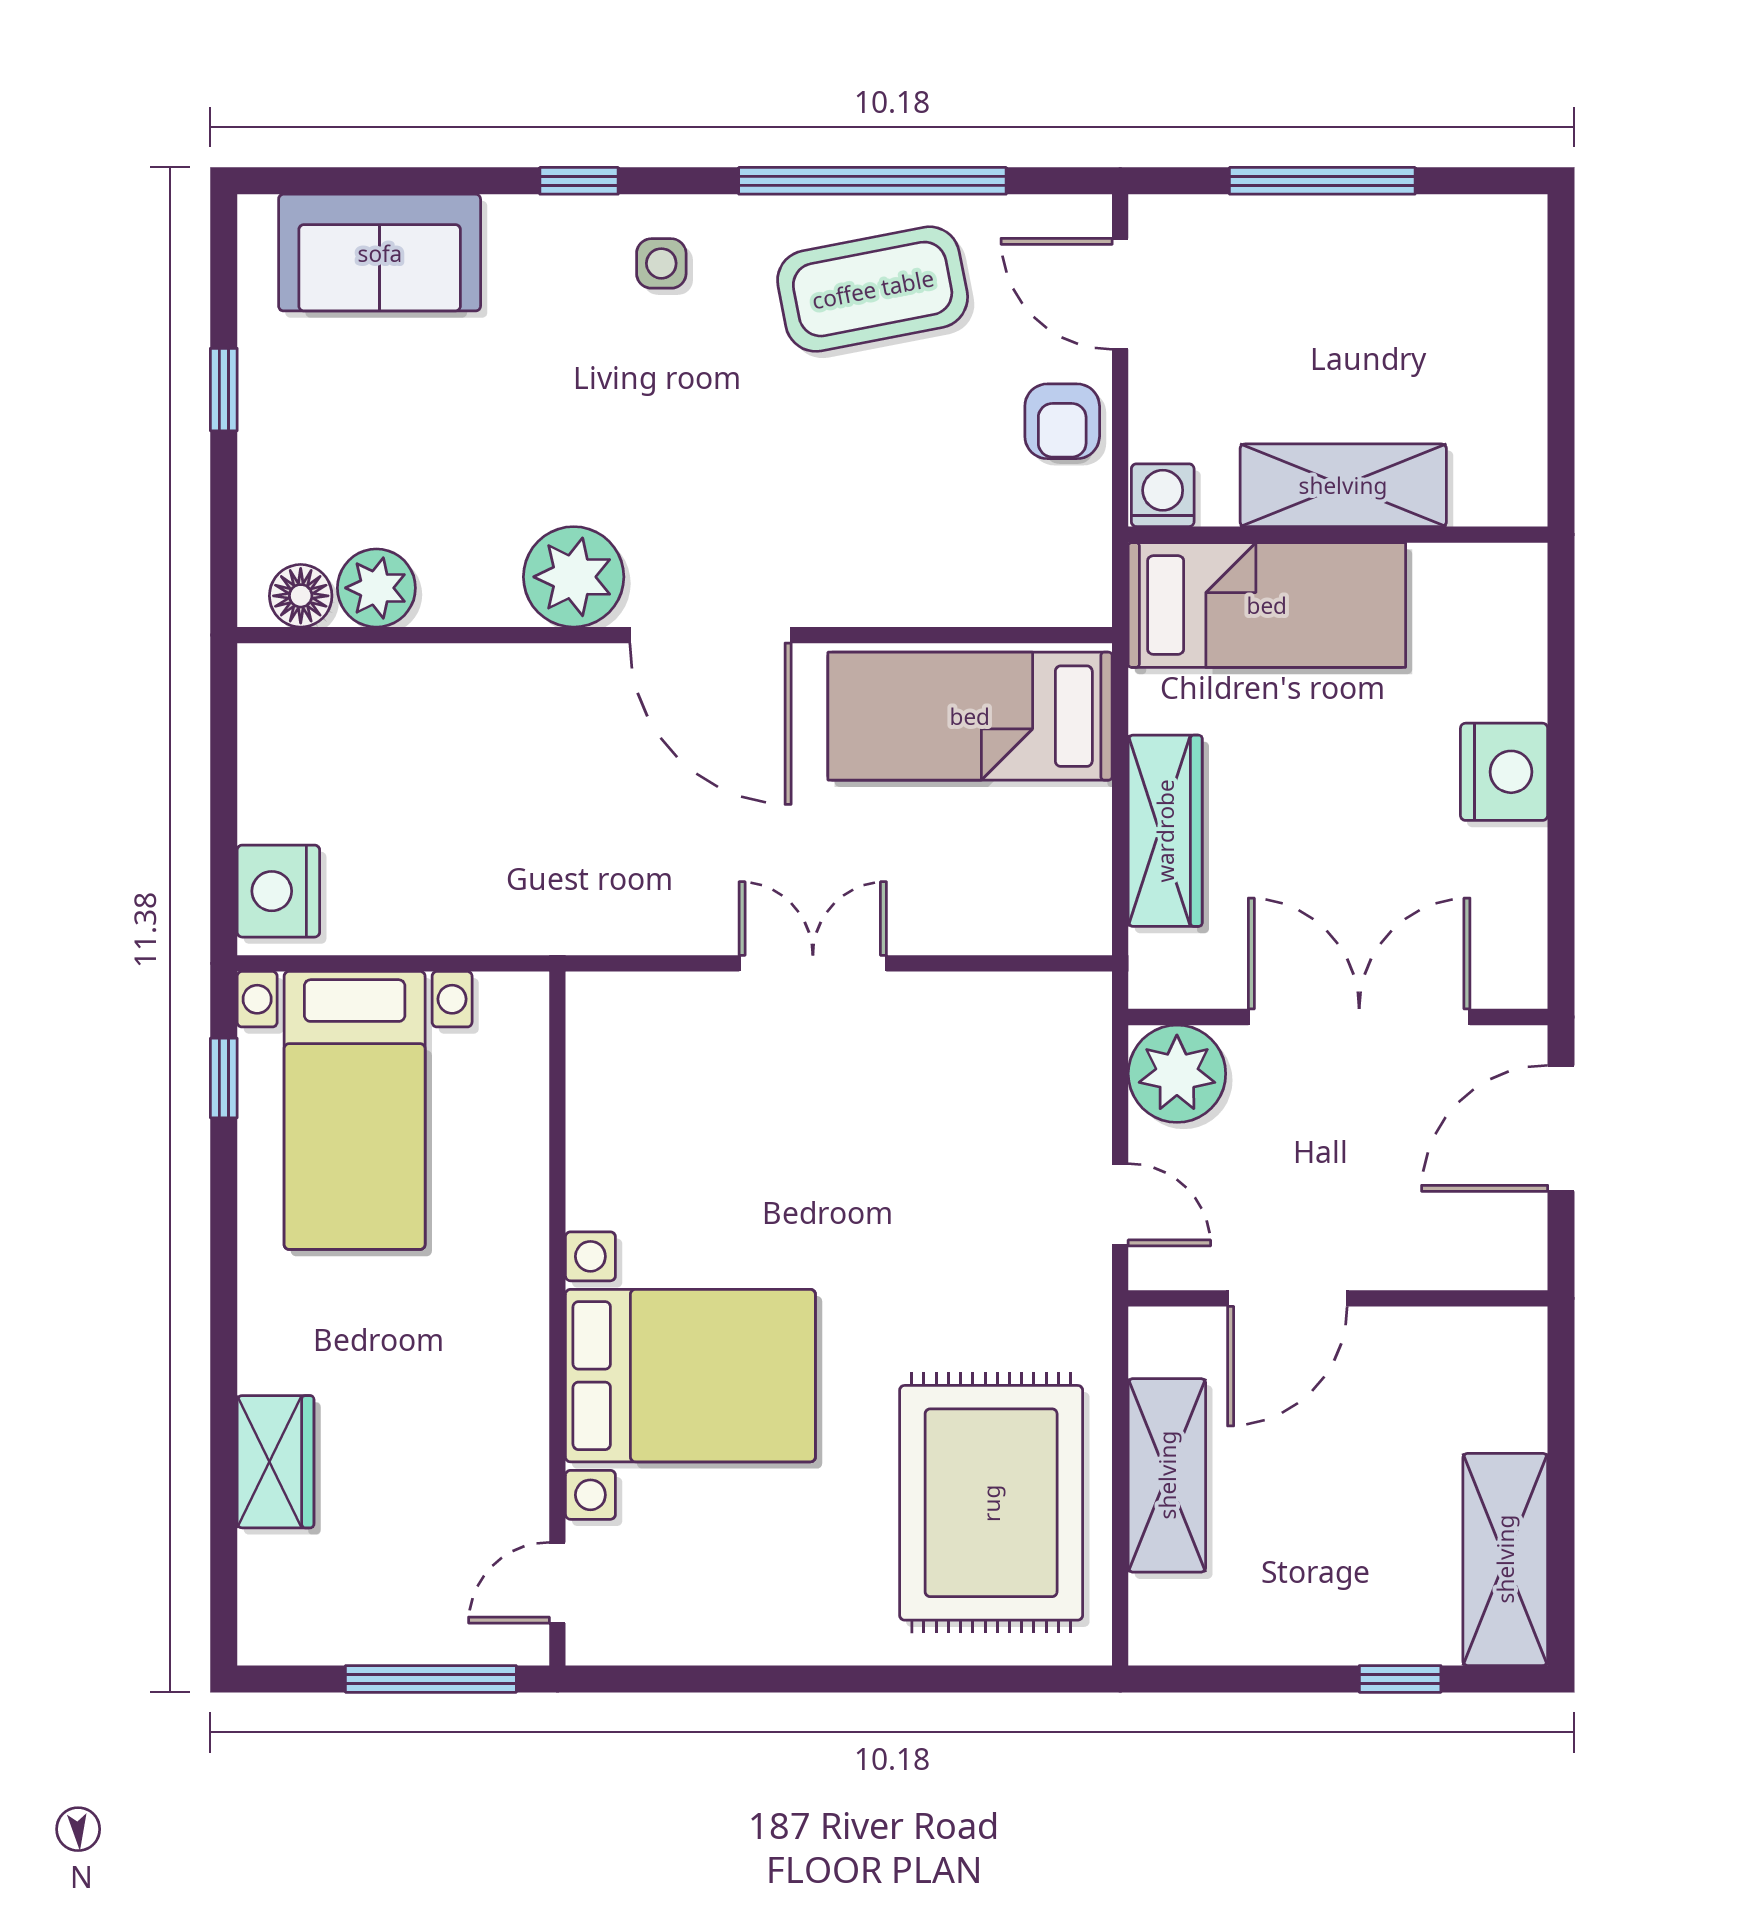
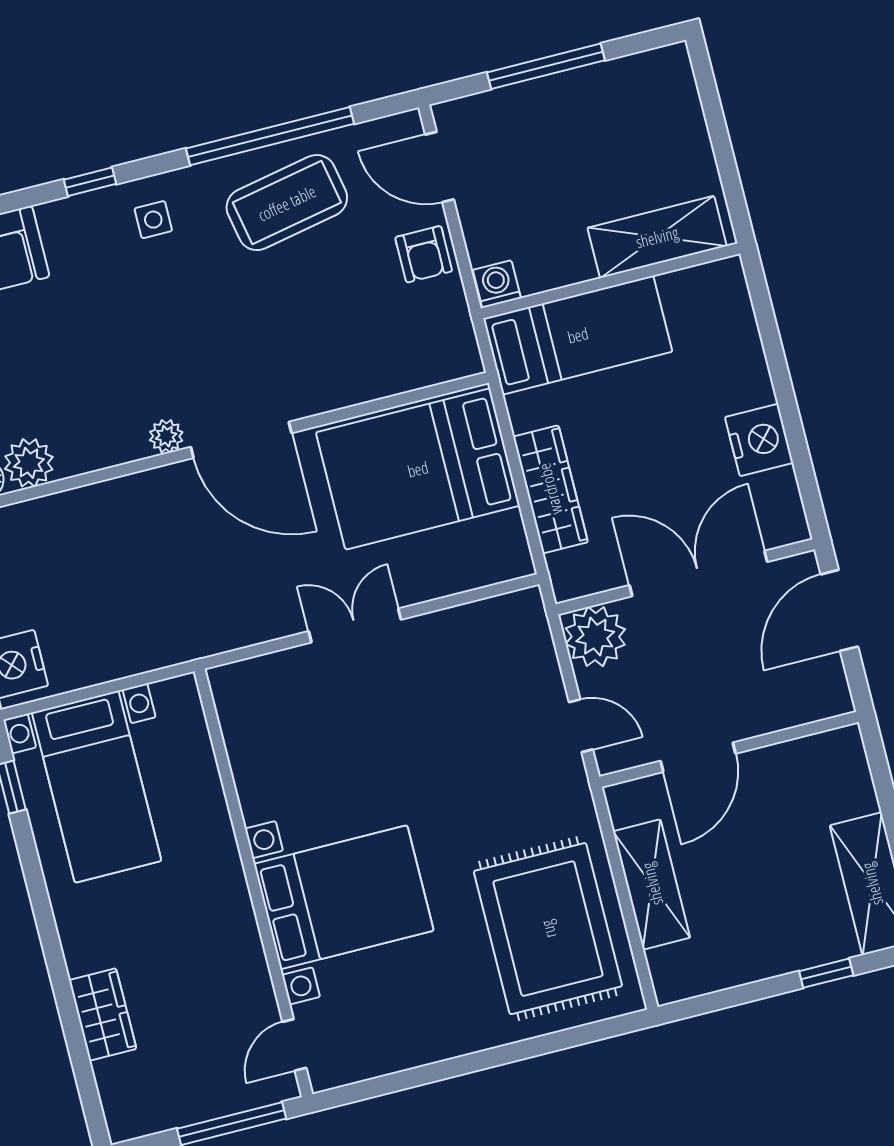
shelving: (1343, 485) -> (657, 237), moved
plant: (574, 577) -> (166, 436), width x0.53, depth x0.53
bed: (970, 716) -> (418, 469), width x1.50
nightstand: (1504, 772) -> (759, 440), moved

